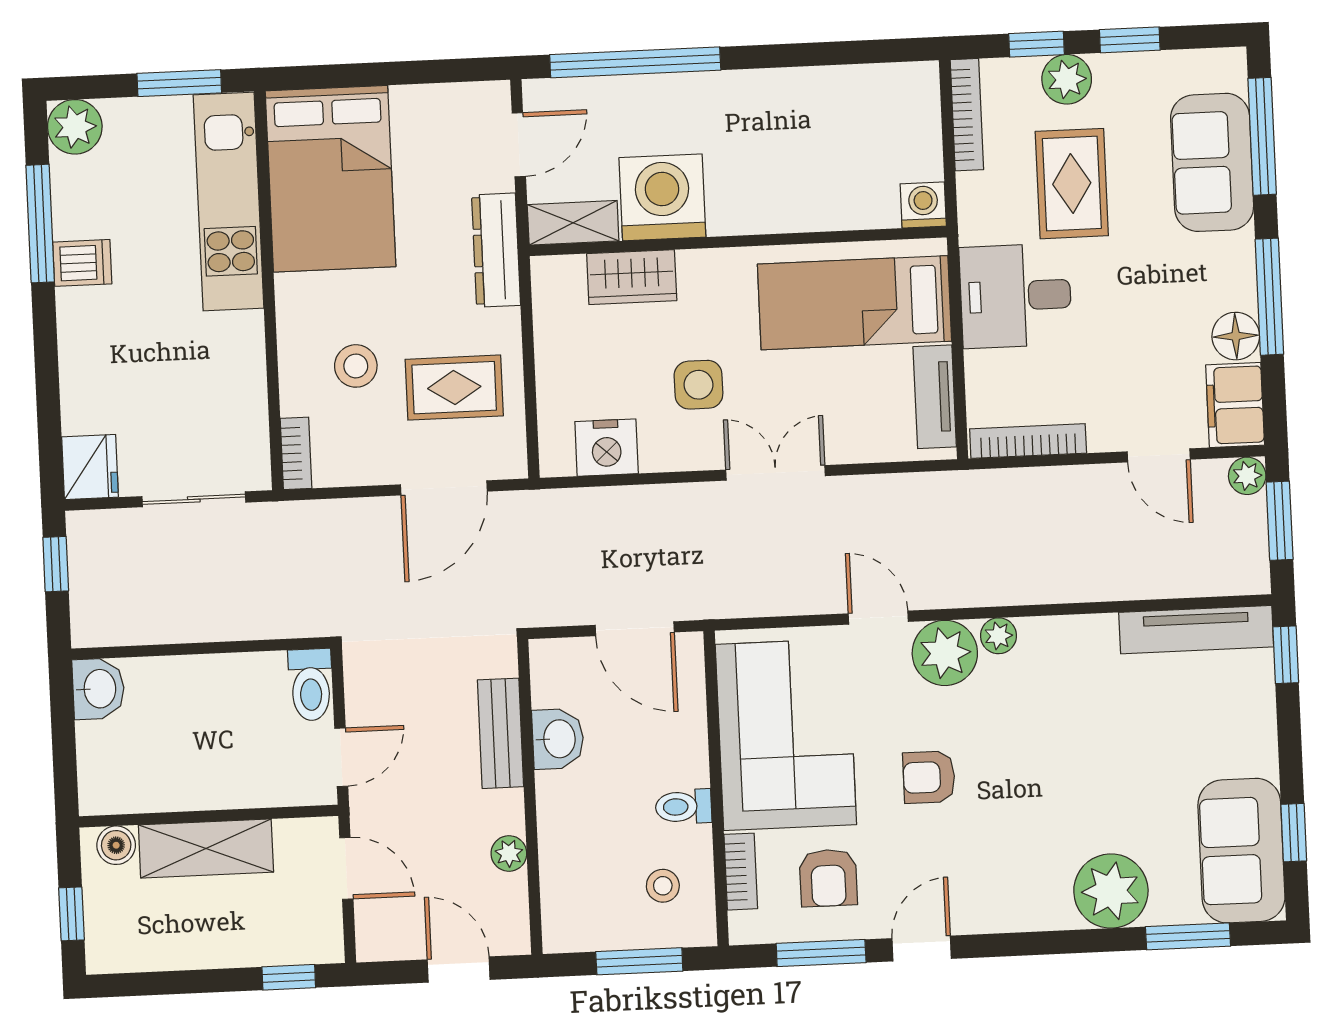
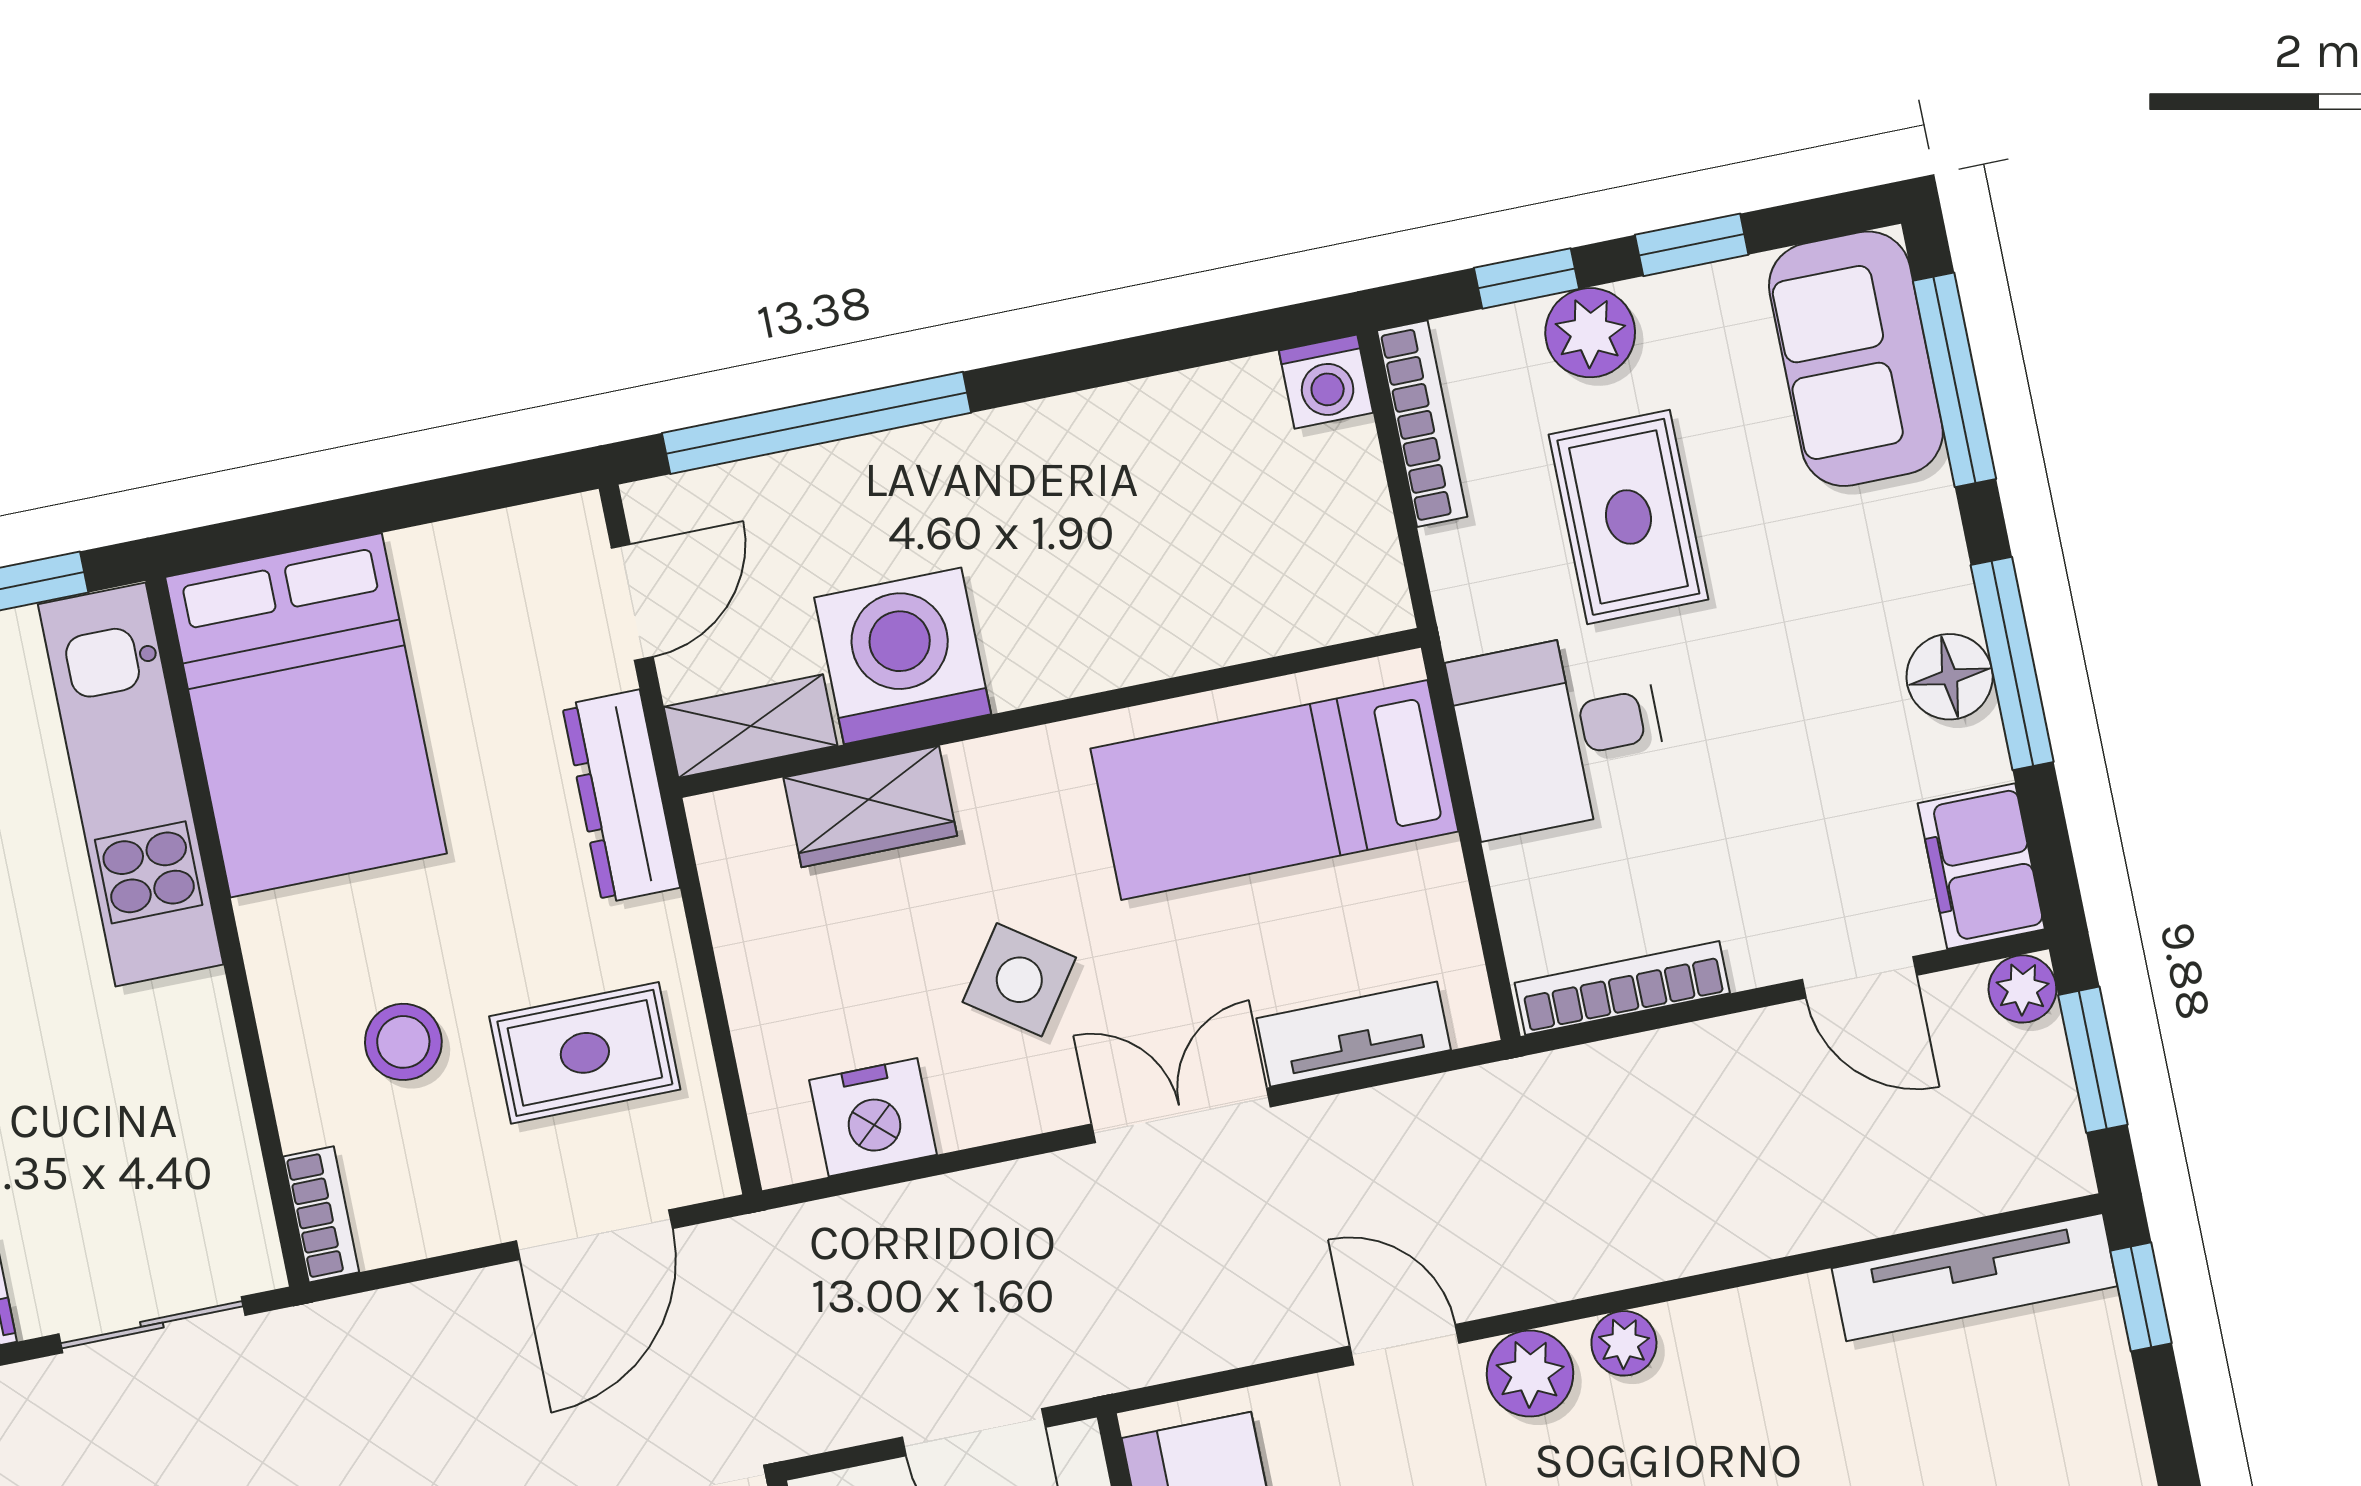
sofa: (1212, 162) -> (1856, 359), moved
washing machine: (923, 205) -> (1326, 382), moved, turned 180
floor lamp: (1236, 336) -> (1950, 677), moved
side table: (698, 385) -> (1019, 980), turned 35
tv unit: (935, 397) -> (1354, 1034), moved, turned 90
plant: (945, 653) -> (1530, 1373), width x0.73, depth x0.73

